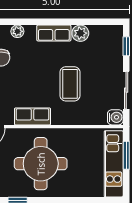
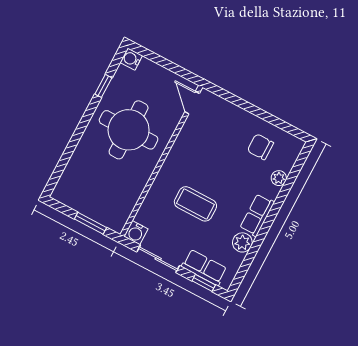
row of seats: (33, 116) -> (204, 268), moved, turned -90
kitchen unit: (114, 164) -> (89, 206), removed

